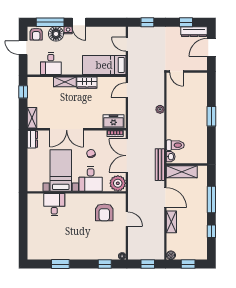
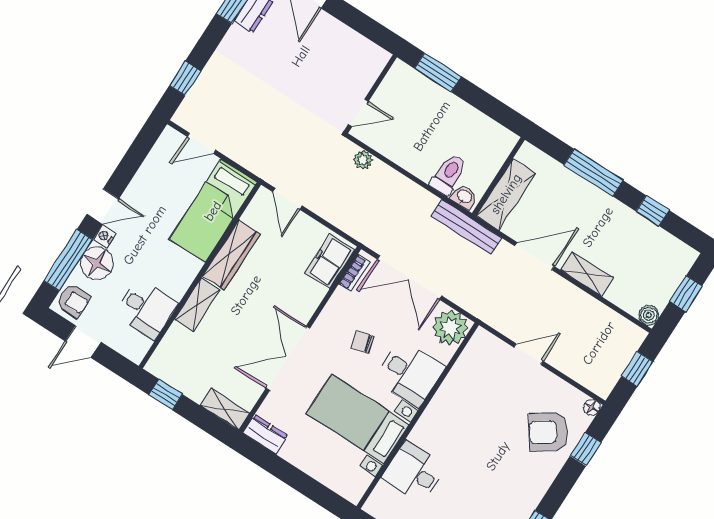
door: (177, 71) -> (358, 113), moved
wall: (187, 71) -> (370, 94), moved
wardrobe: (87, 83) -> (231, 255), width x1.50
double door: (67, 129) -> (288, 358), swing flipped
armchair: (104, 212) -> (548, 432), moved, turned 145

